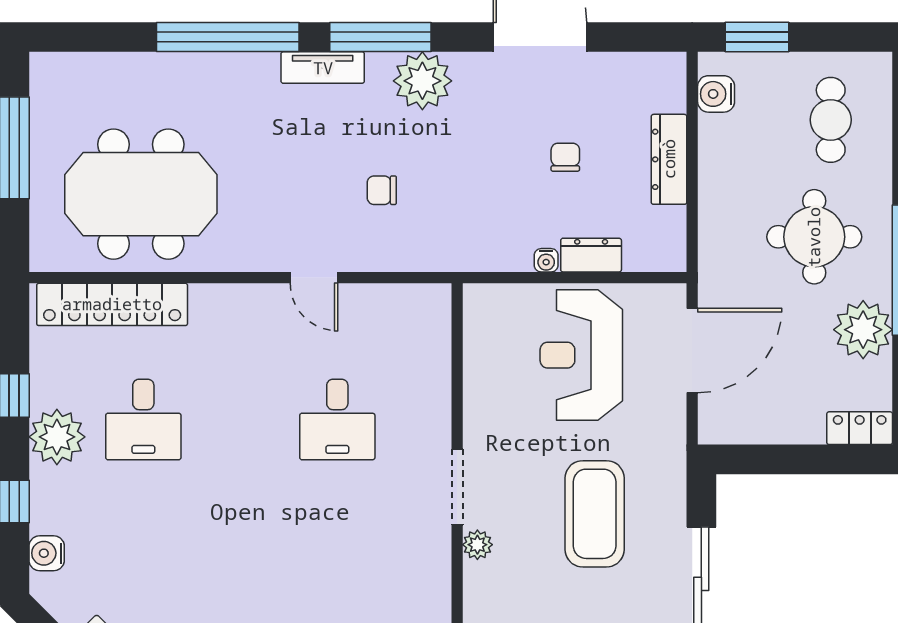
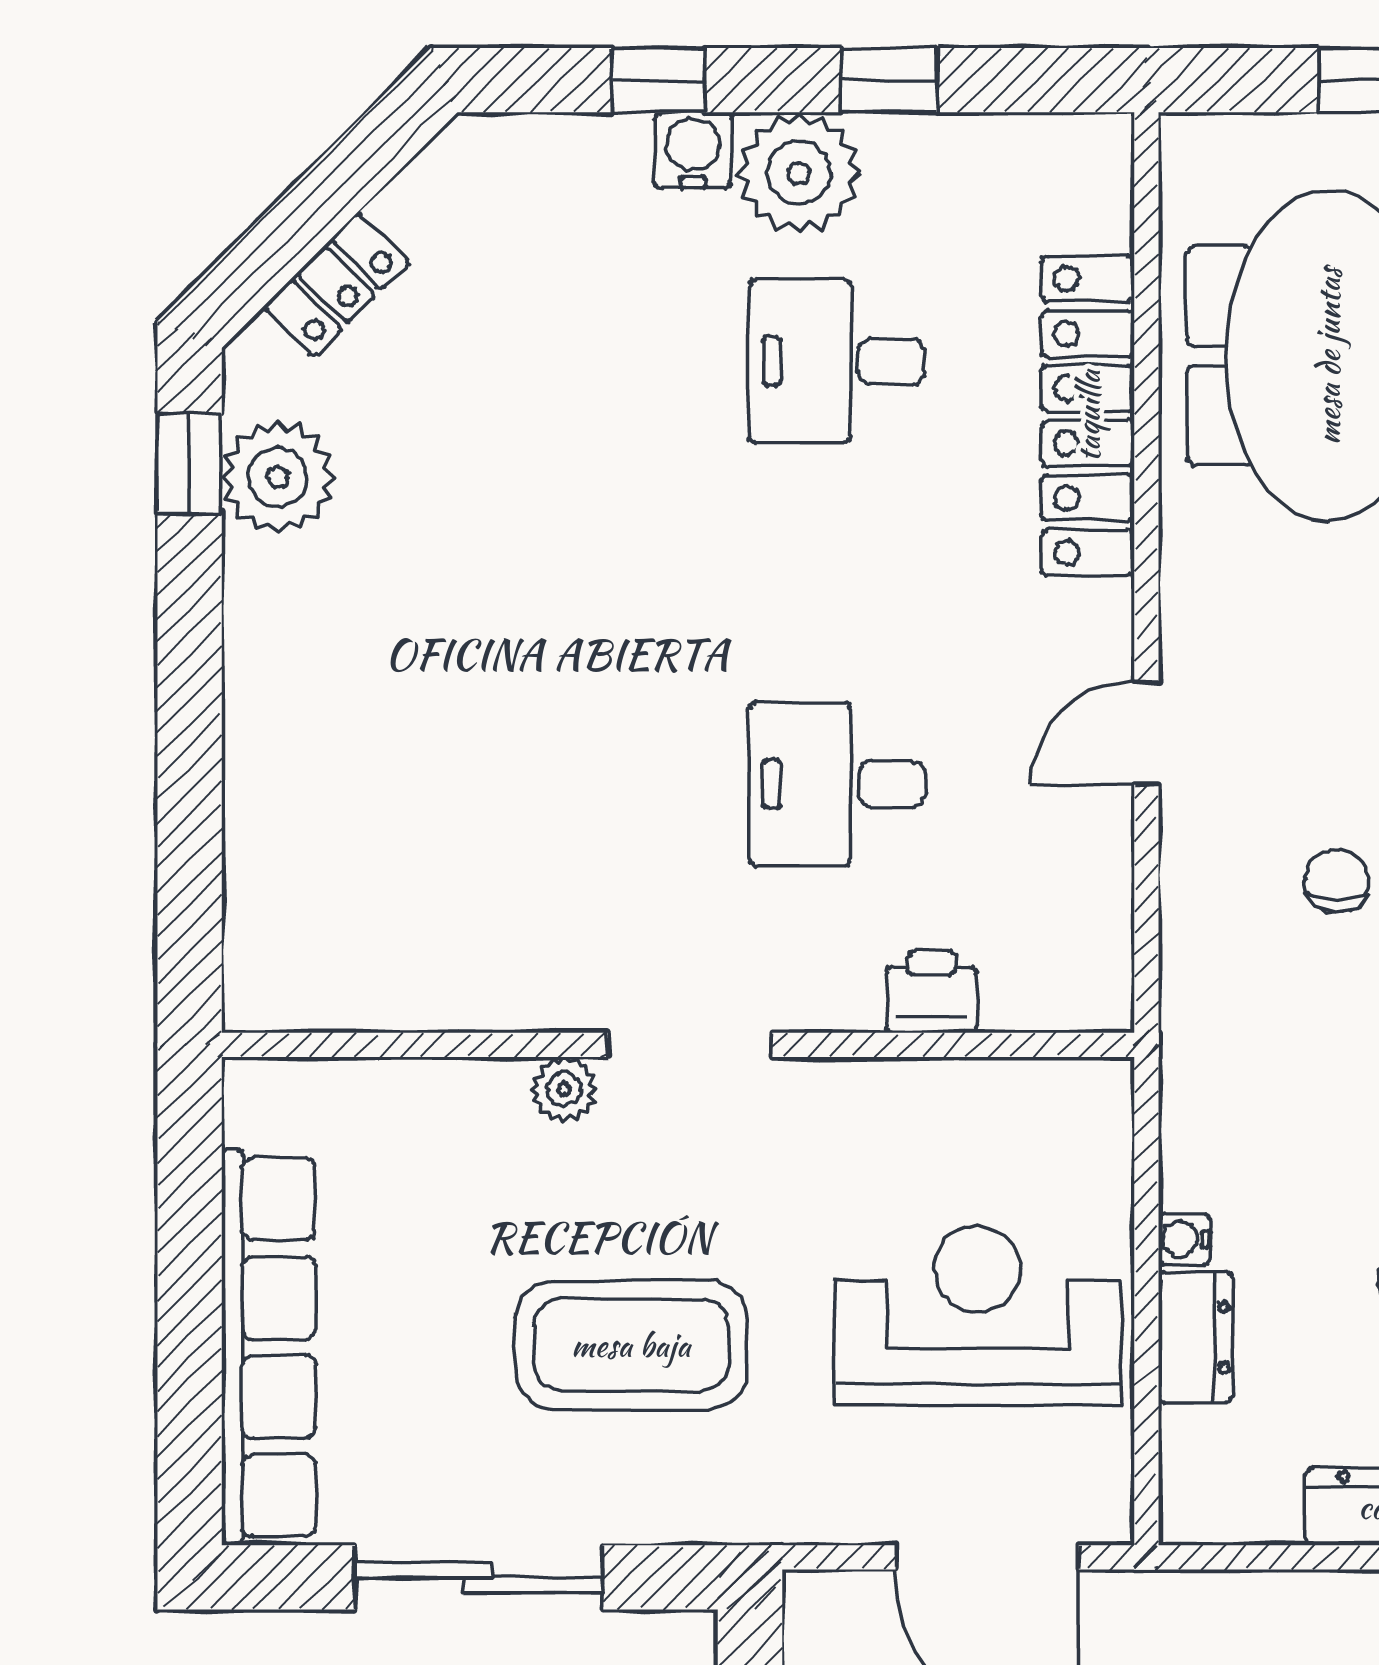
locker: (112, 304) -> (1088, 416), moved
printer: (433, 376) -> (932, 992), added
water cooler: (47, 553) -> (693, 150), moved

